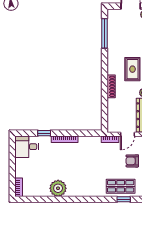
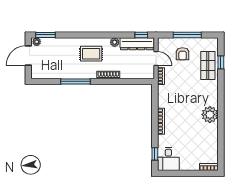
window: (105, 33) -> (76, 81), moved
window: (44, 133) -> (155, 154), moved
plant: (58, 188) -> (210, 115), moved

